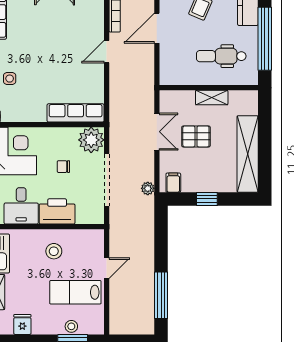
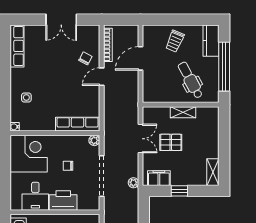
chair: (86, 28) -> (85, 58), added
dental chair: (221, 56) -> (190, 80), turned 62
plant: (91, 140) -> (94, 140), width x0.53, depth x0.53
shelving: (248, 154) -> (213, 172), width x0.45, depth x0.75
filing cabinet: (173, 183) -> (159, 178), width x2.00

